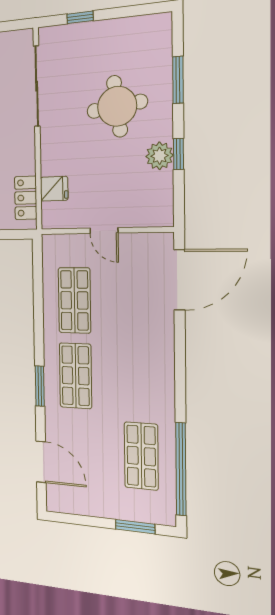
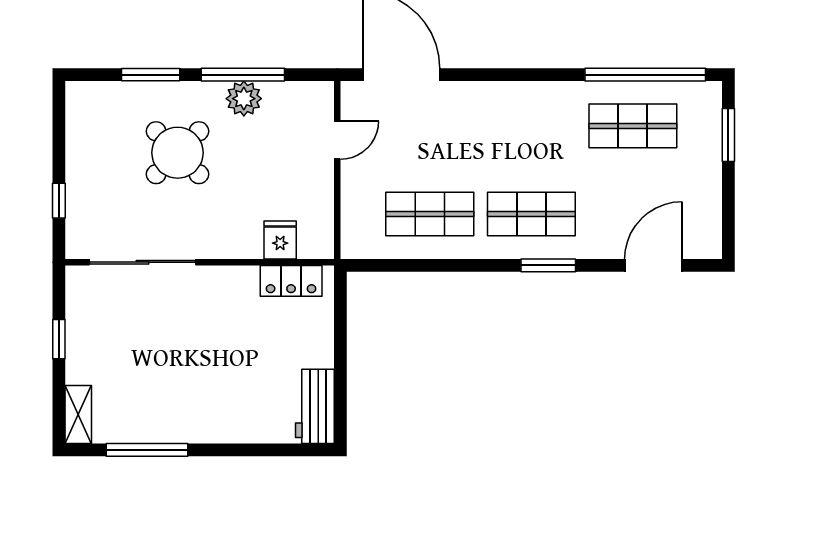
round table: (117, 106) -> (178, 153), turned -38
window: (179, 154) -> (243, 75), width x2.17
door: (104, 231) -> (337, 140), moved

